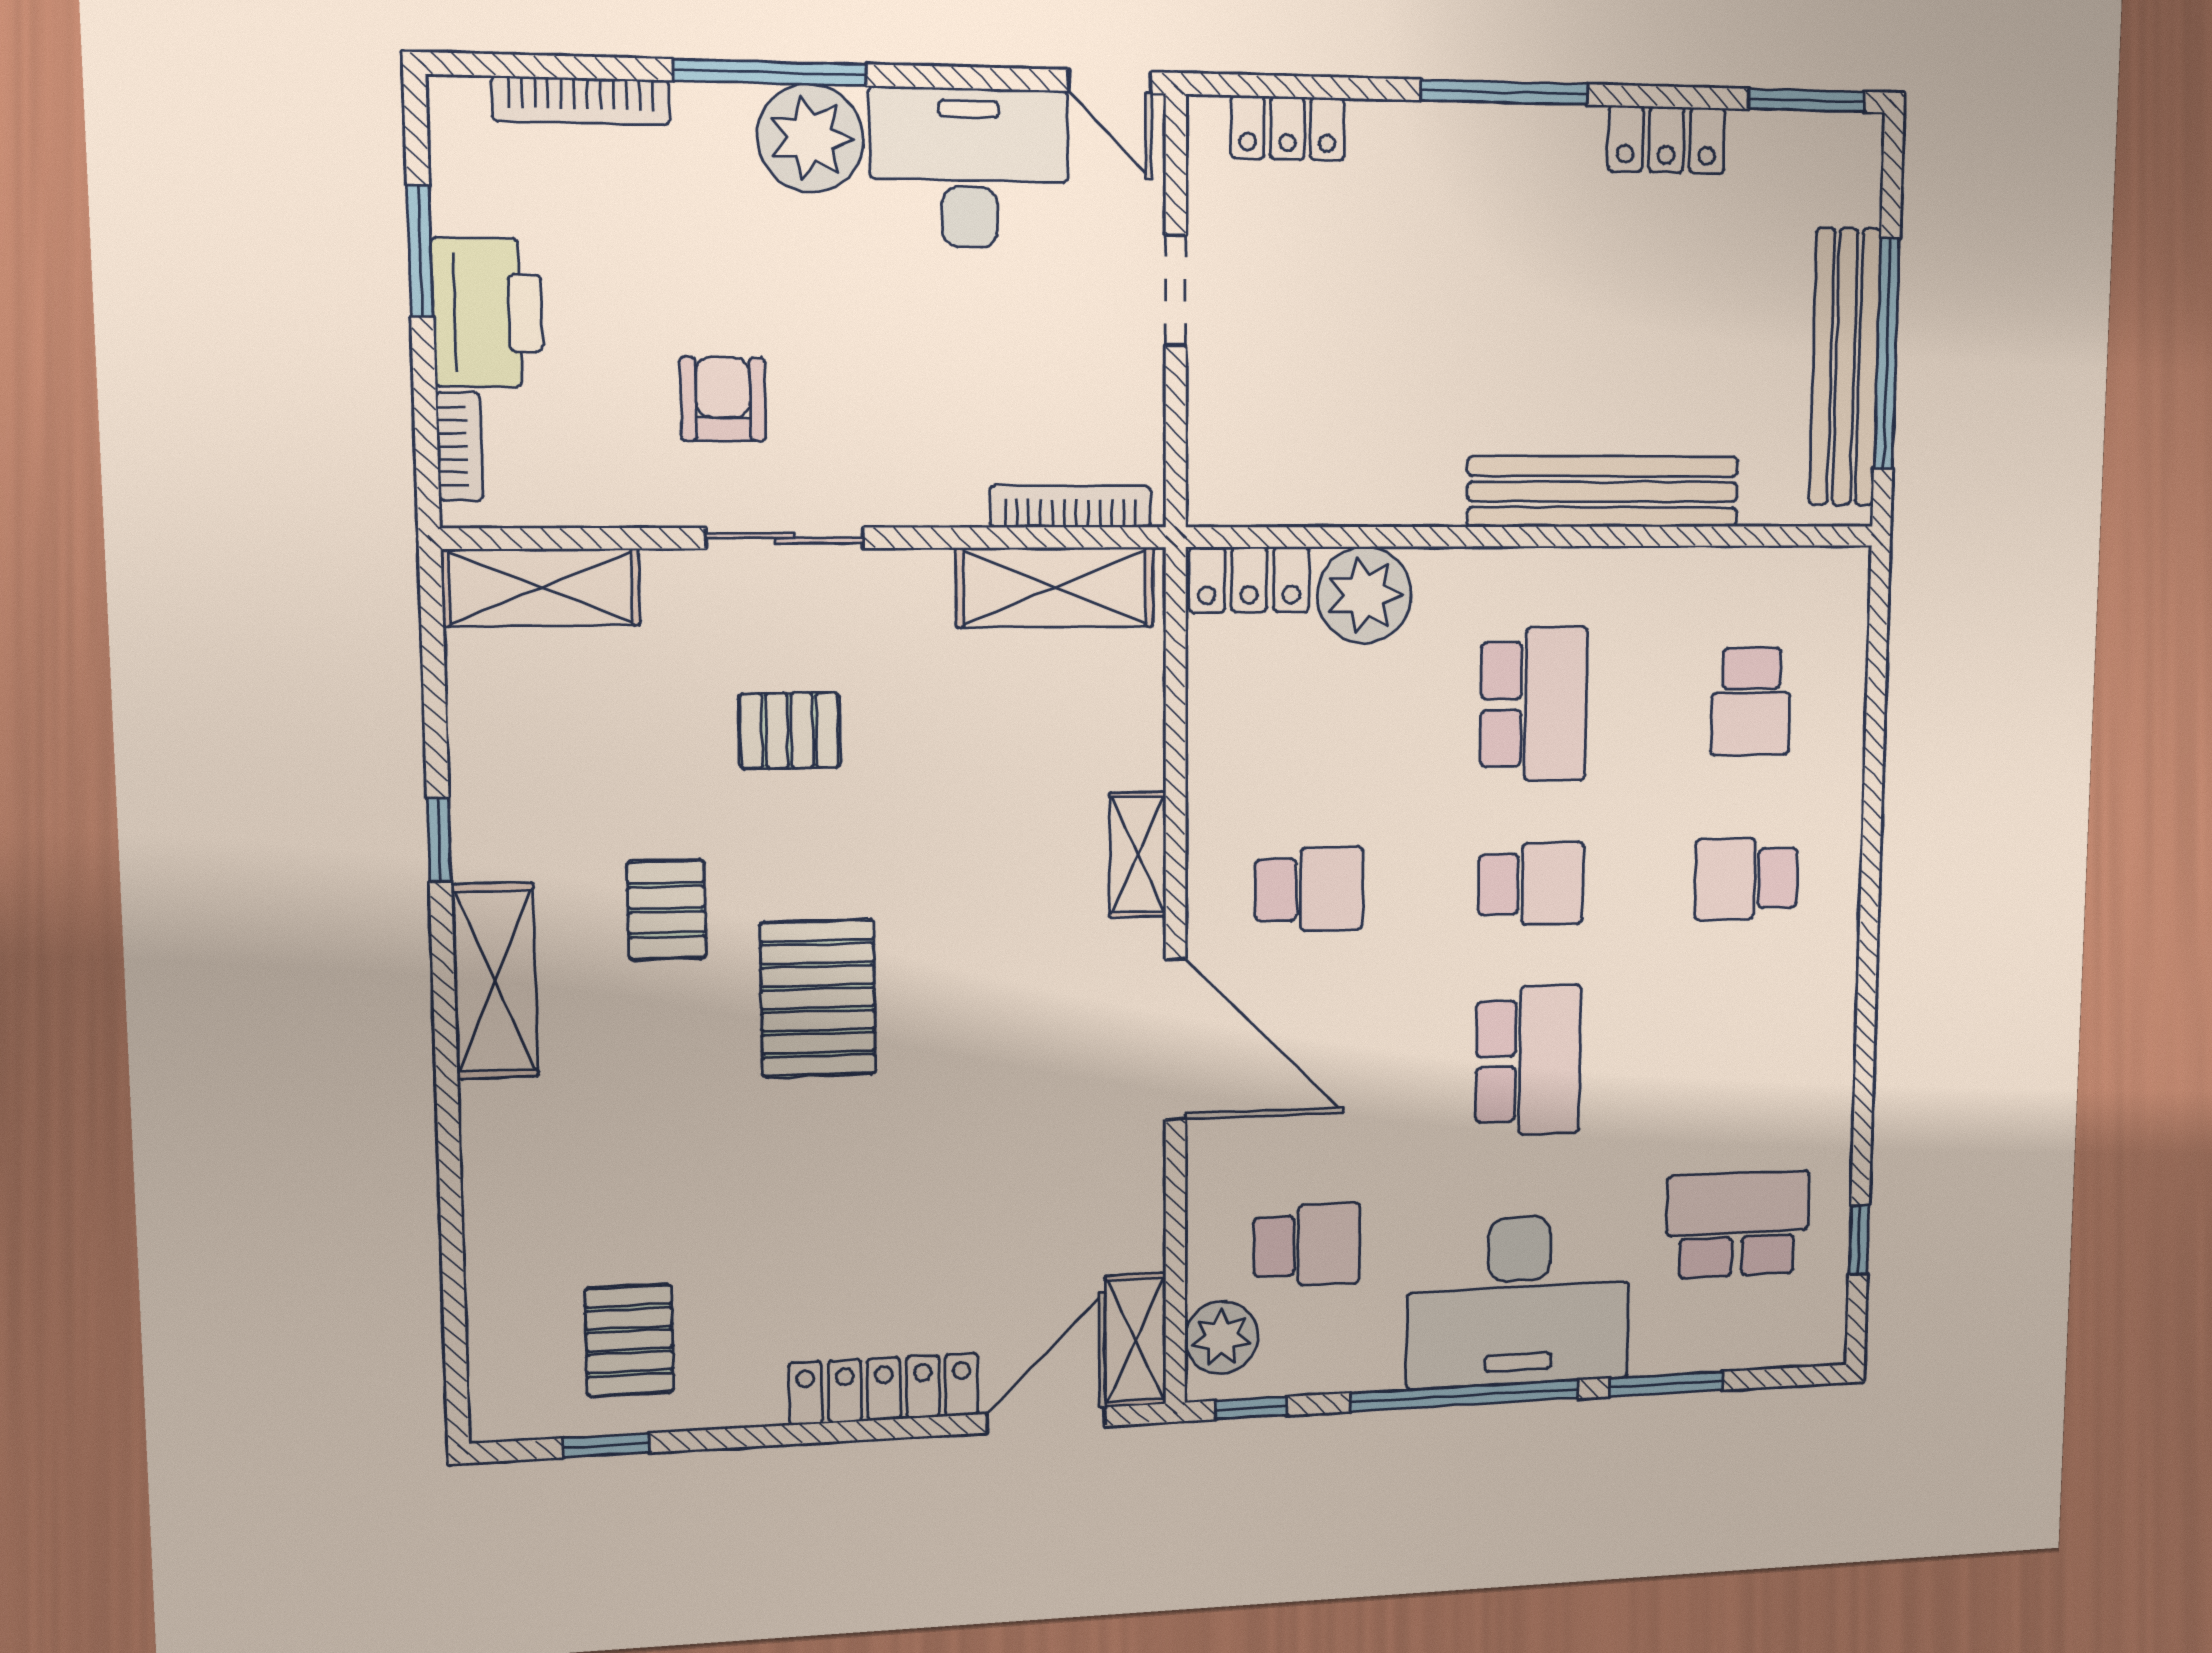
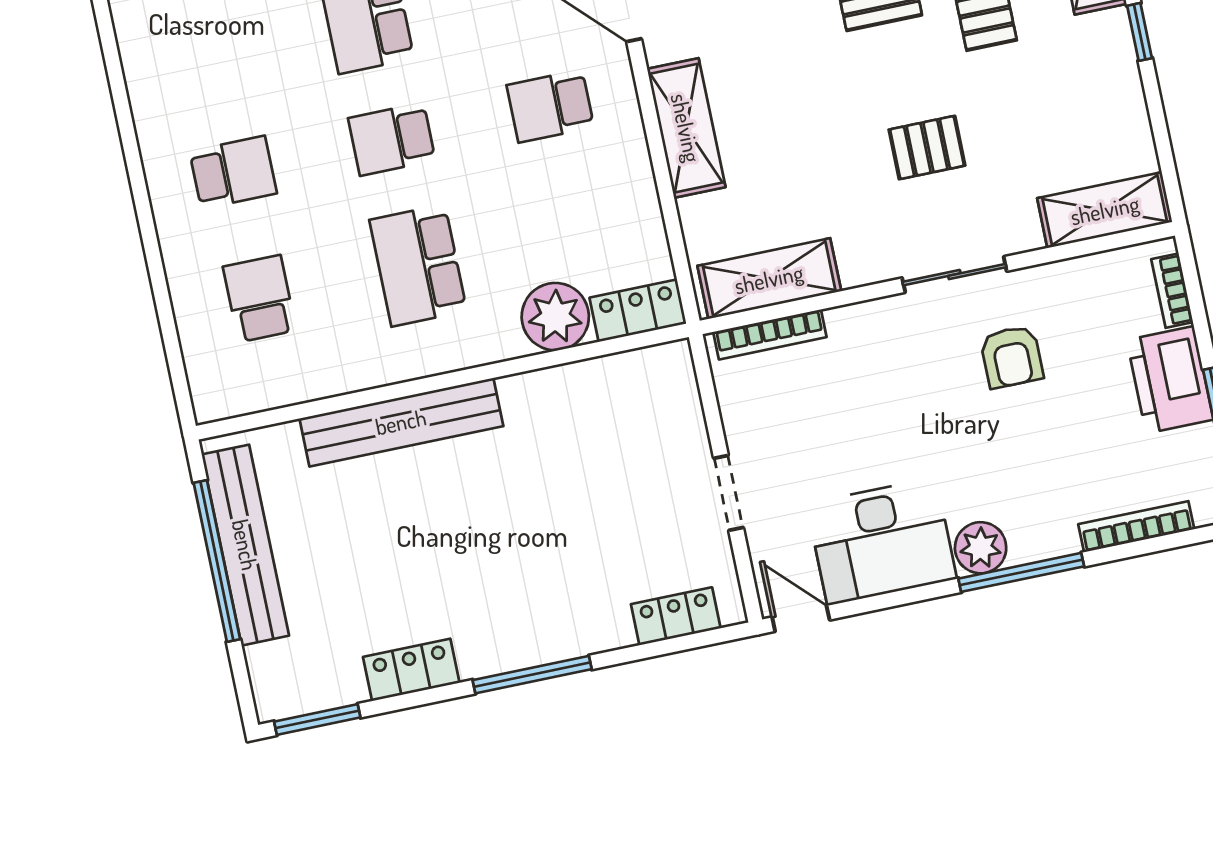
plant: (810, 138) -> (981, 548), width x0.73, depth x0.73
shelving: (1138, 855) -> (686, 128), width x1.50, depth x1.33

